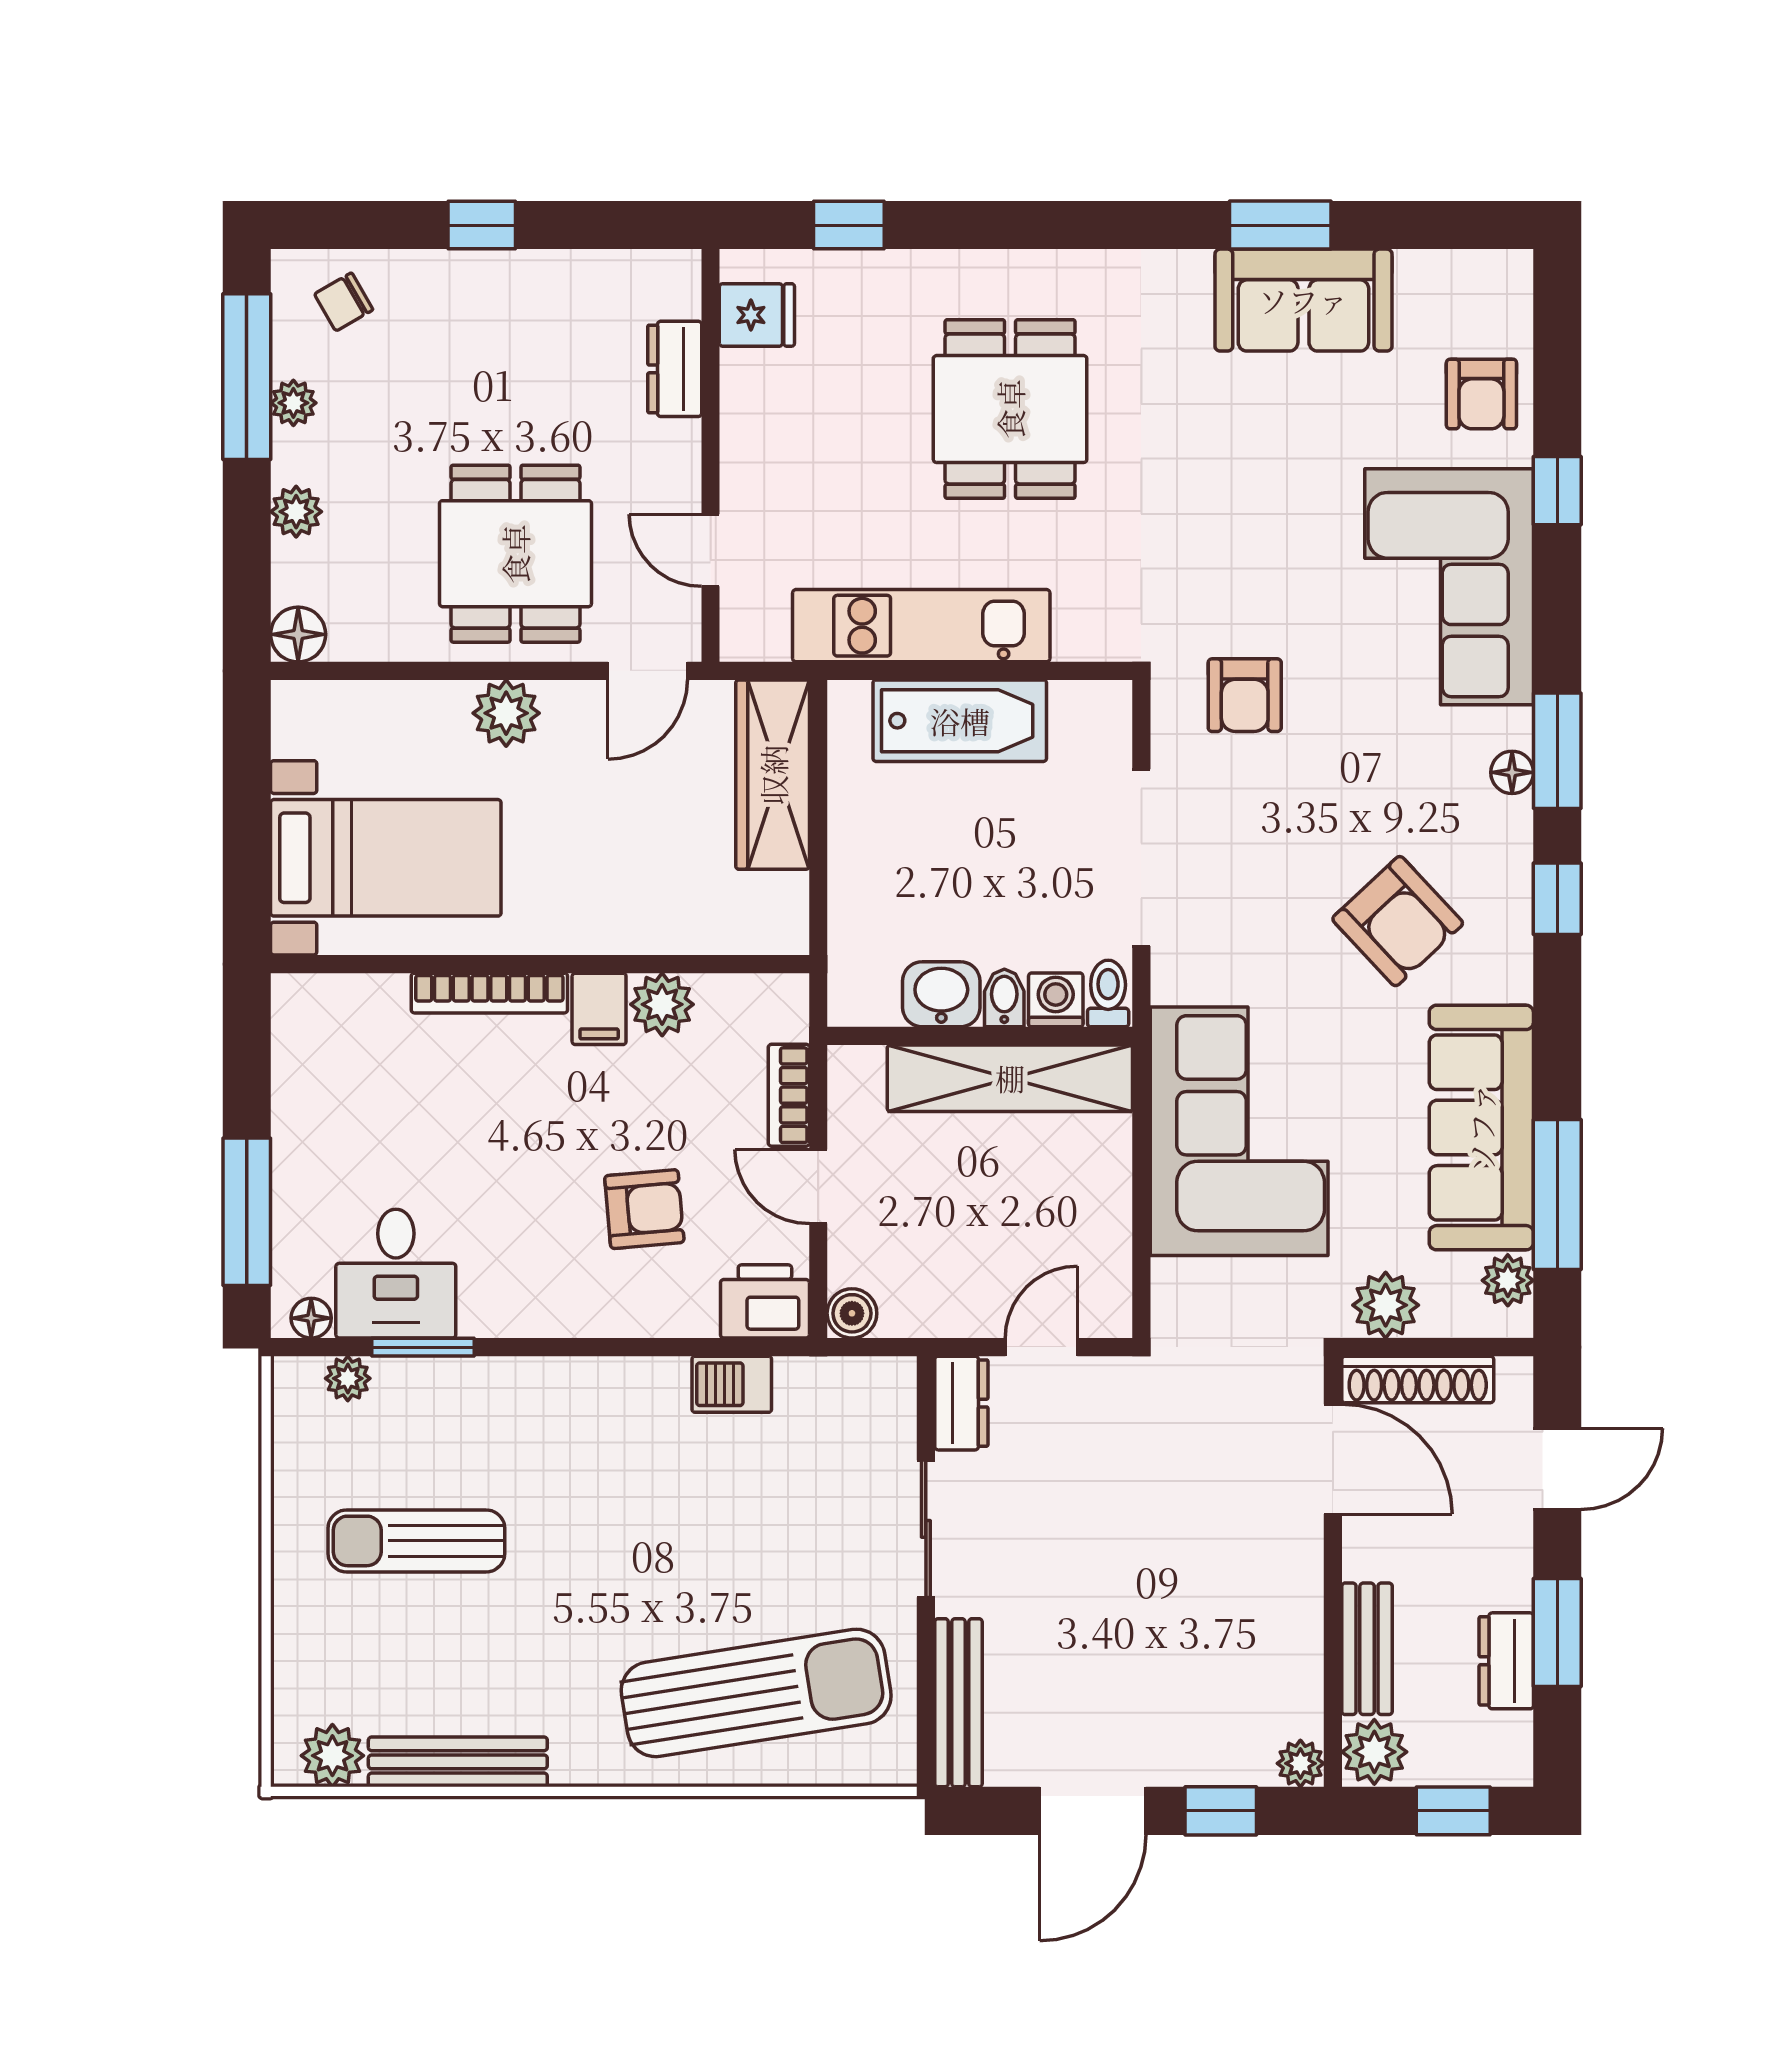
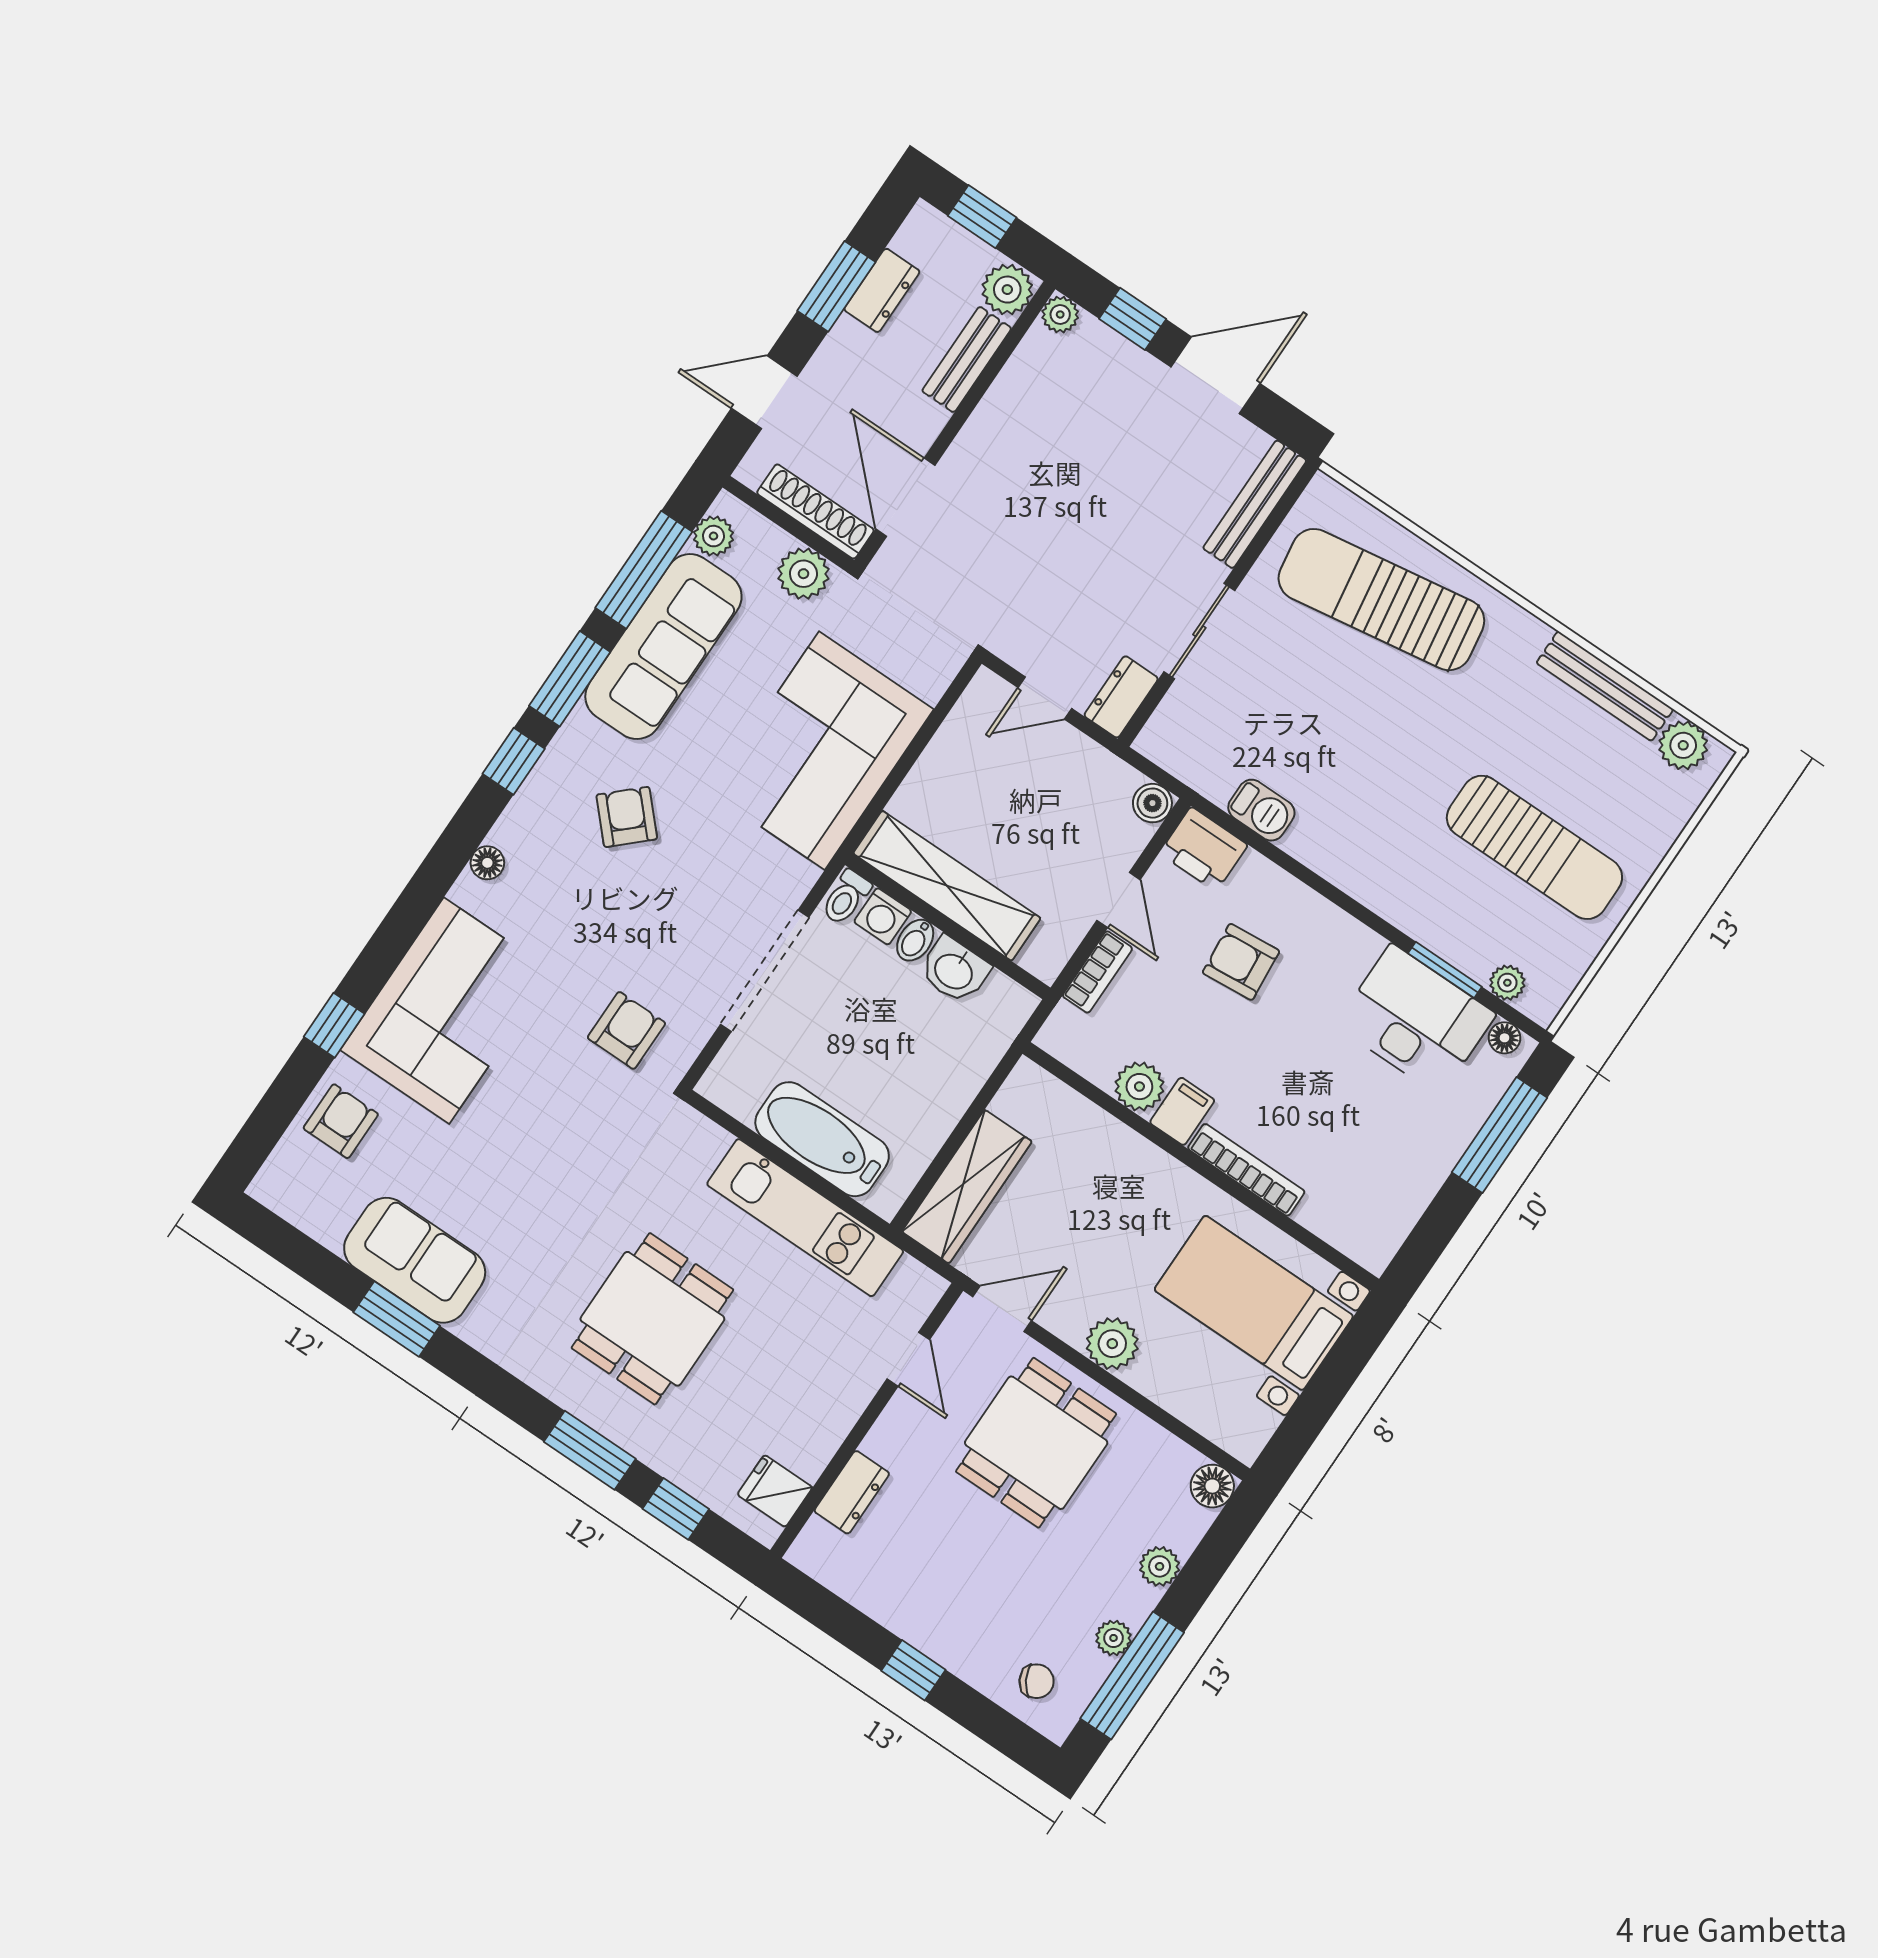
window: (982, 225) -> (590, 1450), added
window: (1557, 751) -> (570, 679), moved
armchair: (1398, 921) -> (627, 817), width x0.72, depth x0.72
desk: (396, 1274) -> (1416, 1020), width x1.37
sun lounger: (416, 1541) -> (1534, 847), width x1.36, depth x1.34

